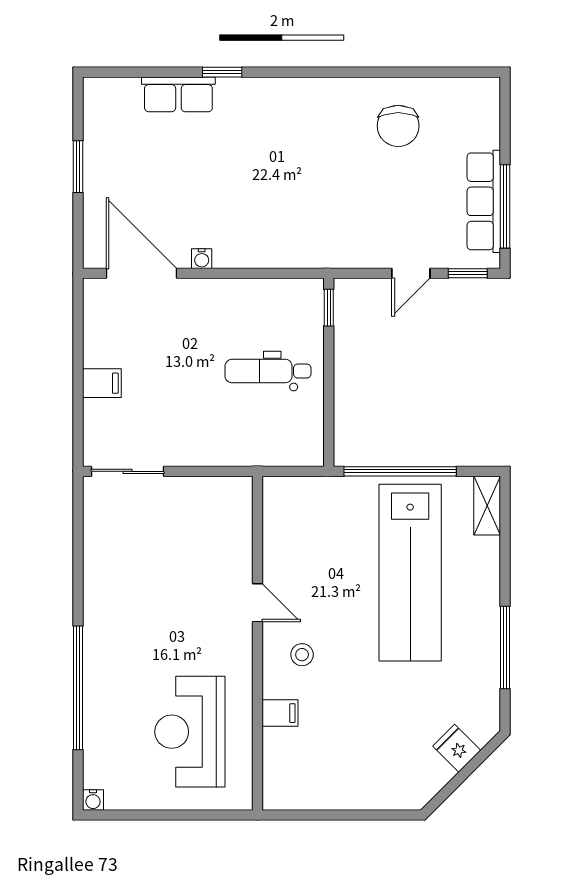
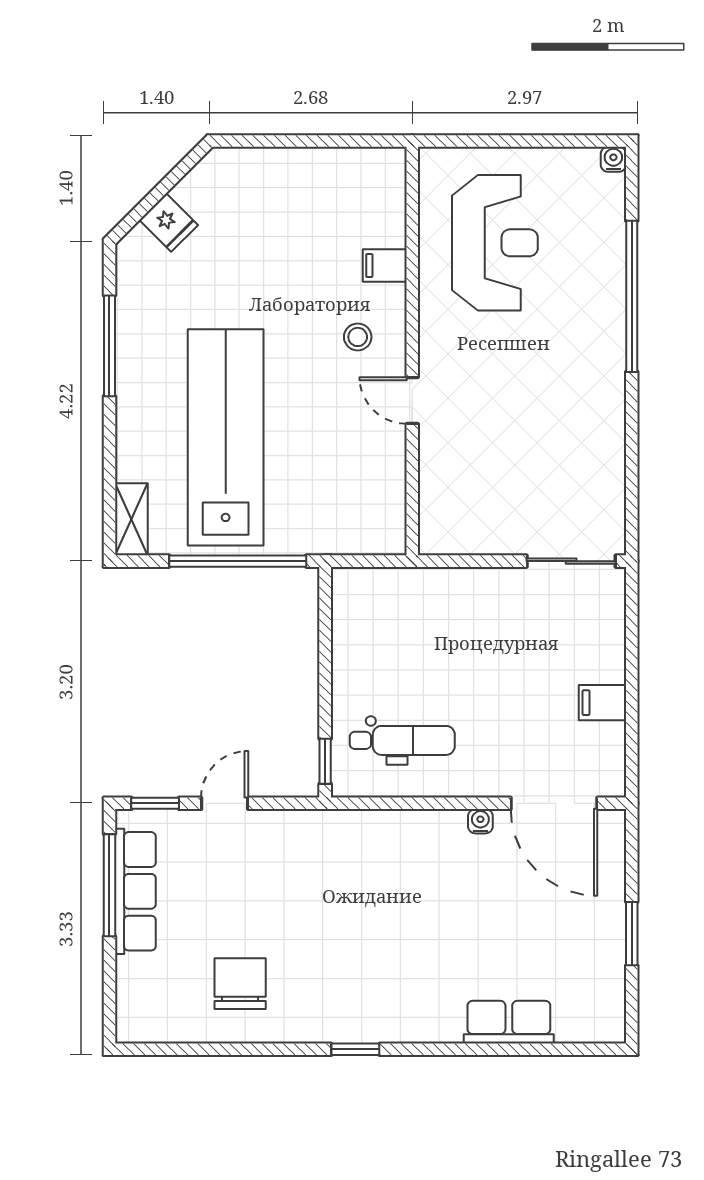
window: (222, 72) -> (355, 1049), moved
dental chair: (268, 371) -> (402, 740), moved
filing cabinet: (102, 383) -> (602, 703), moved

